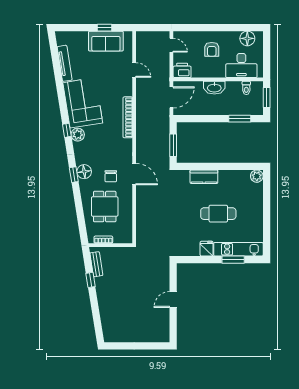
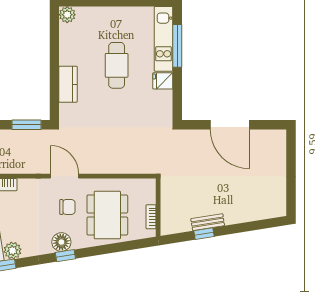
door: (134, 174) -> (64, 176), hinge flipped
dining table: (105, 207) -> (107, 215), width x1.38
window: (233, 260) -> (177, 46), width x1.44
bench: (96, 264) -> (208, 222), moved
door: (173, 300) -> (230, 125), width x1.88

